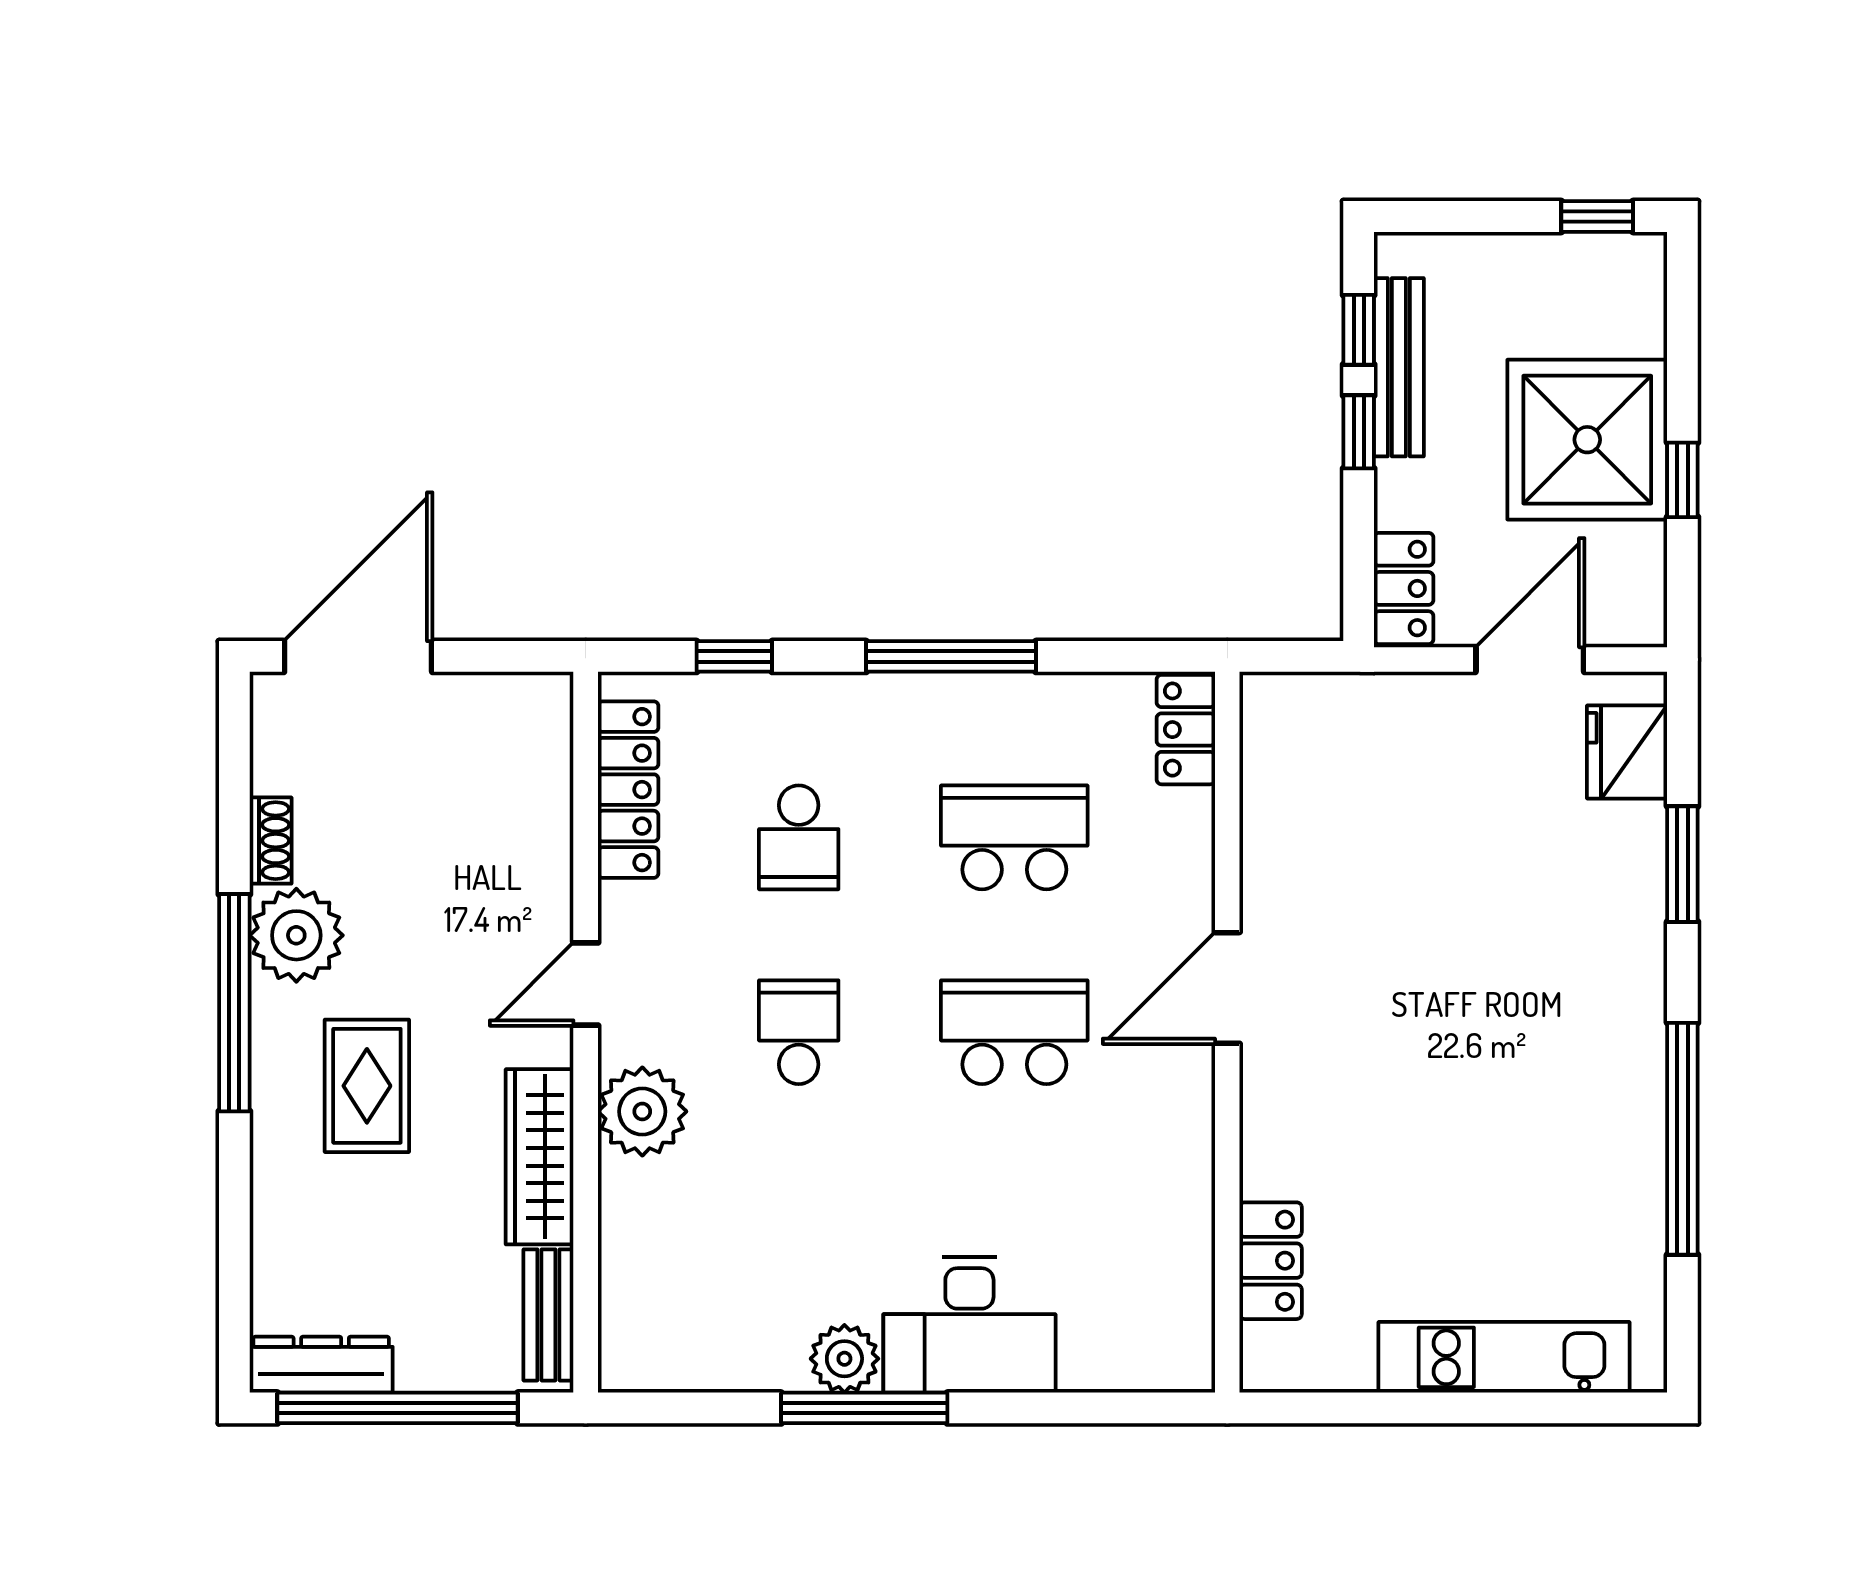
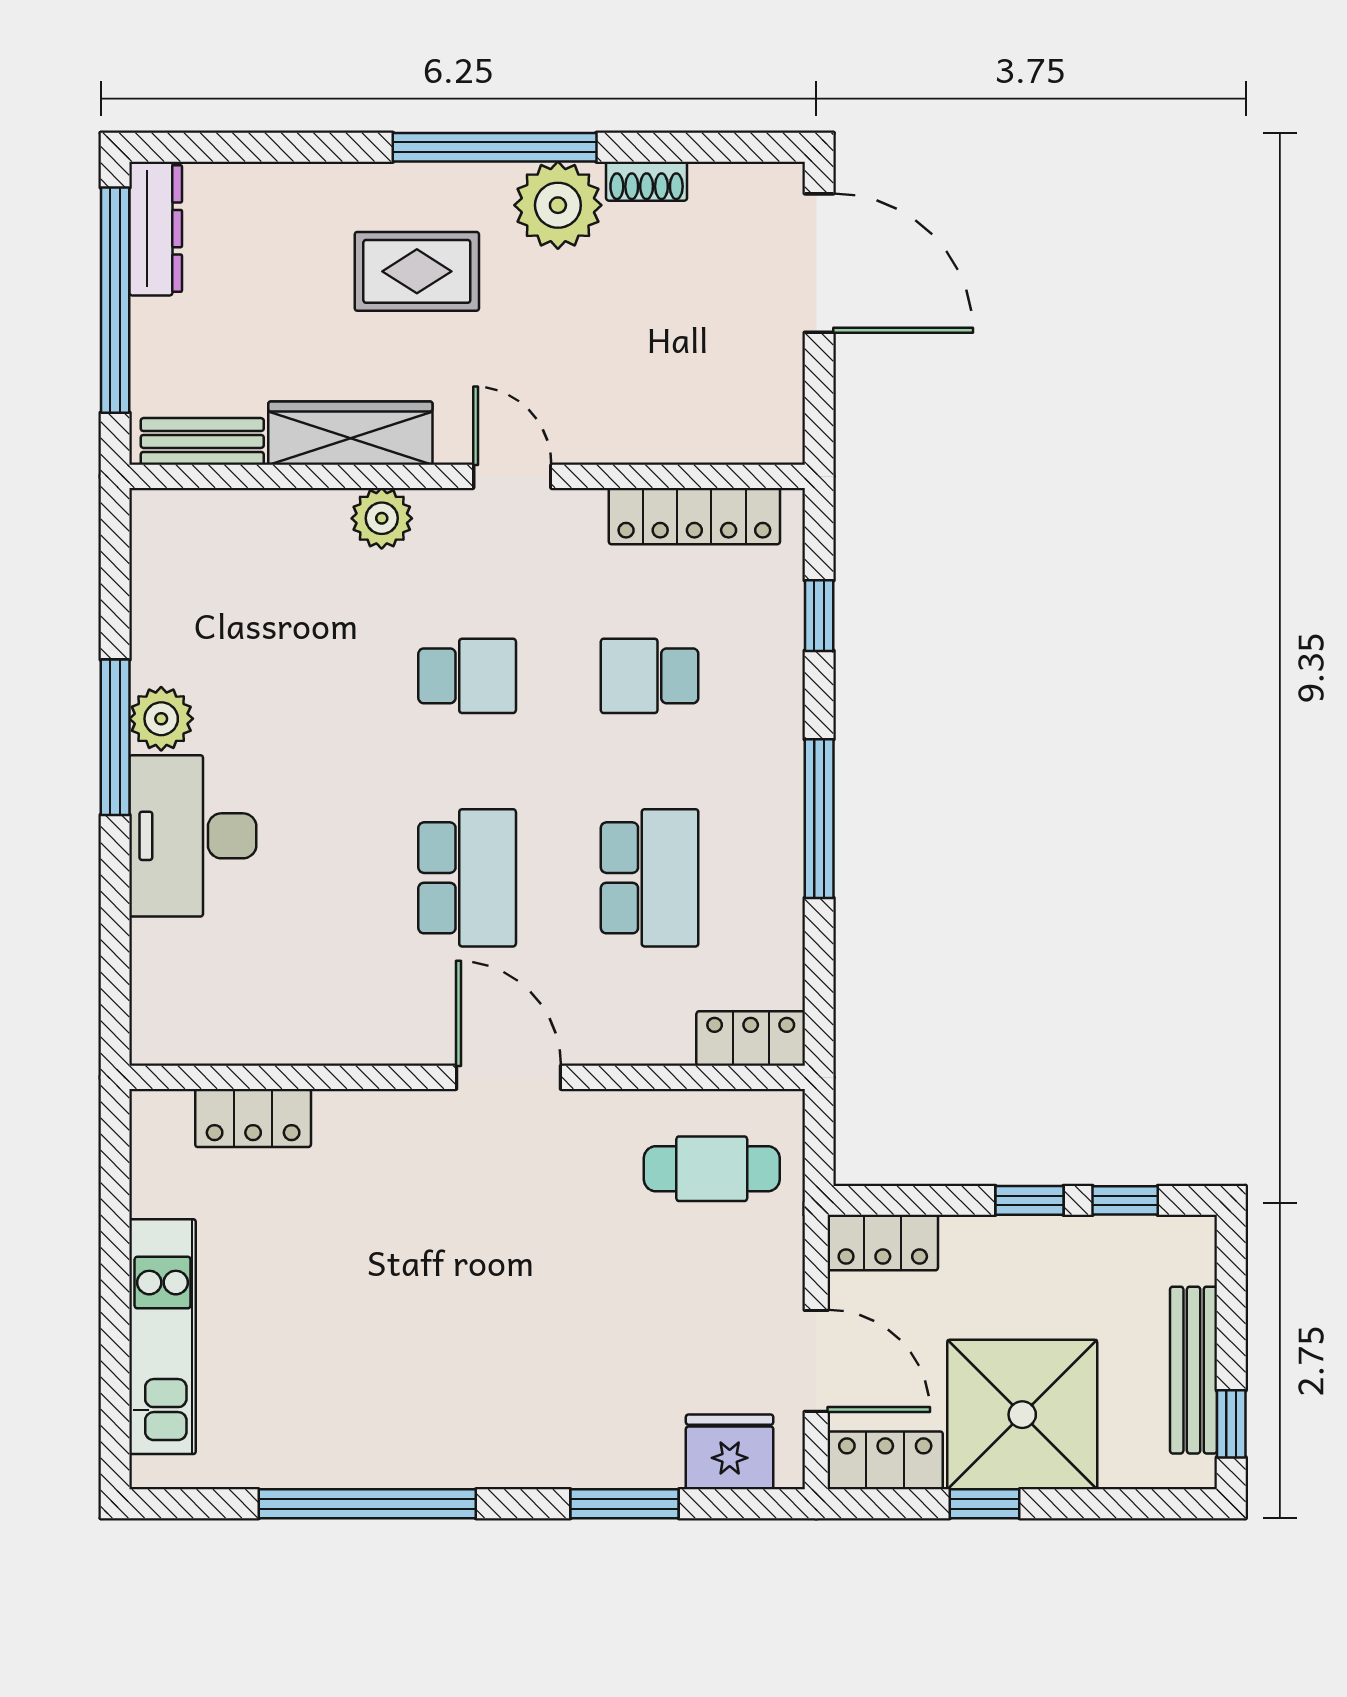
bench: (1399, 367) -> (1194, 1370), moved, turned 90
locker: (1636, 586) -> (885, 1460), added
cafe table: (1325, 771) -> (712, 1169), added
plant: (642, 1111) -> (382, 518), width x0.73, depth x0.73

